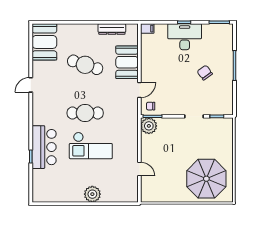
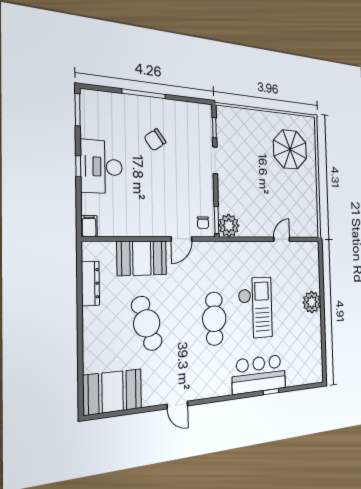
cafe table: (85, 65) -> (147, 323), turned -36
door: (139, 90) -> (181, 239), swing flipped
parasol: (206, 179) -> (290, 149), width x0.73, depth x0.73

